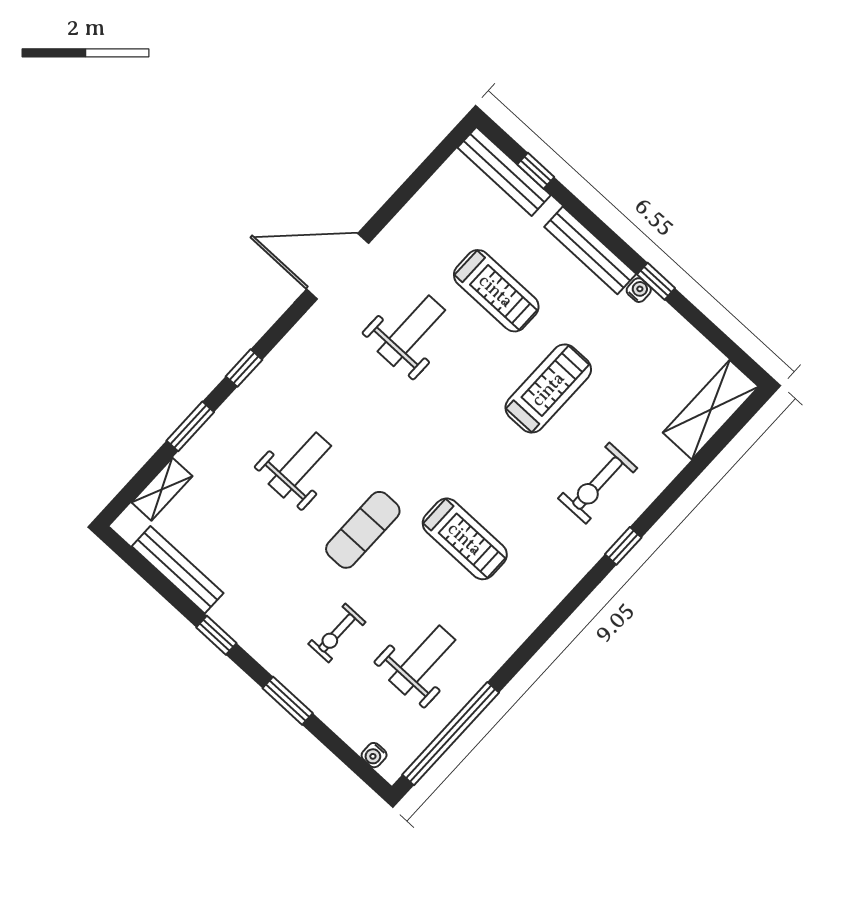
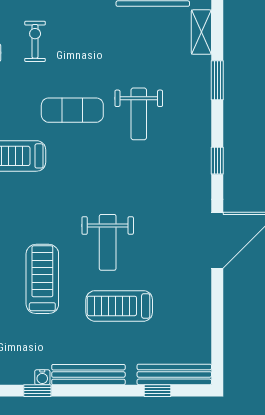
weight bench: (411, 331) -> (108, 242), moved
window: (244, 368) -> (217, 161), moved
treadmill: (548, 389) -> (42, 279), turned 180
exercise mat: (363, 530) -> (72, 110), turned 90

